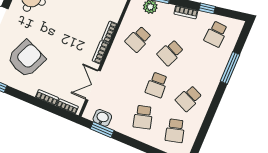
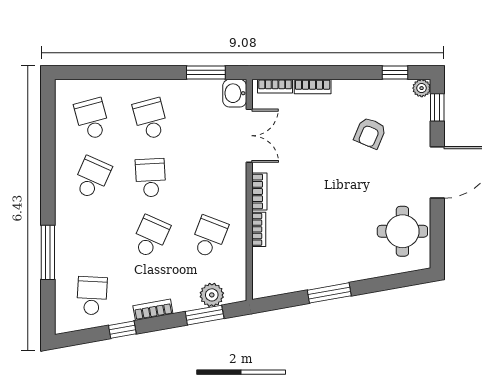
armchair: (26, 59) -> (370, 133), width x0.53, depth x0.53
washbasin: (102, 118) -> (235, 93), moved, turned 90

